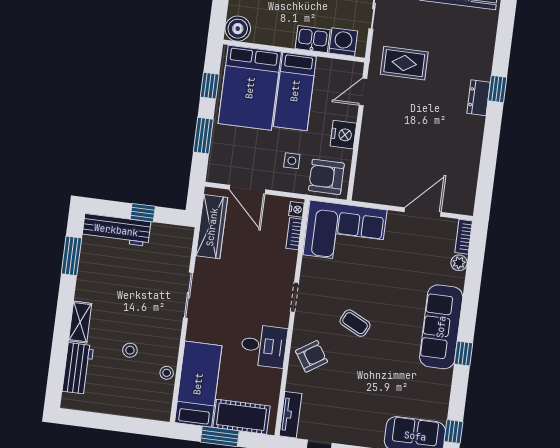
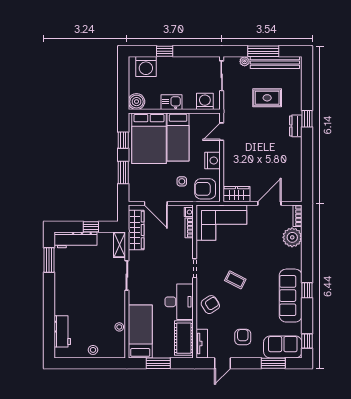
kitchen sink: (313, 39) -> (171, 102), moved
rug: (404, 63) -> (267, 98), moved
wardrobe: (374, 191) -> (236, 194), added
plant: (459, 263) -> (292, 237), width x1.88, depth x1.88
shelving: (80, 322) -> (119, 245), moved
sofa: (441, 327) -> (291, 296), moved
desk: (264, 346) -> (179, 302), width x1.37
stool: (130, 350) -> (93, 350), moved
armchair: (355, 413) -> (243, 337), added
cot: (241, 417) -> (184, 338), moved, turned 90

